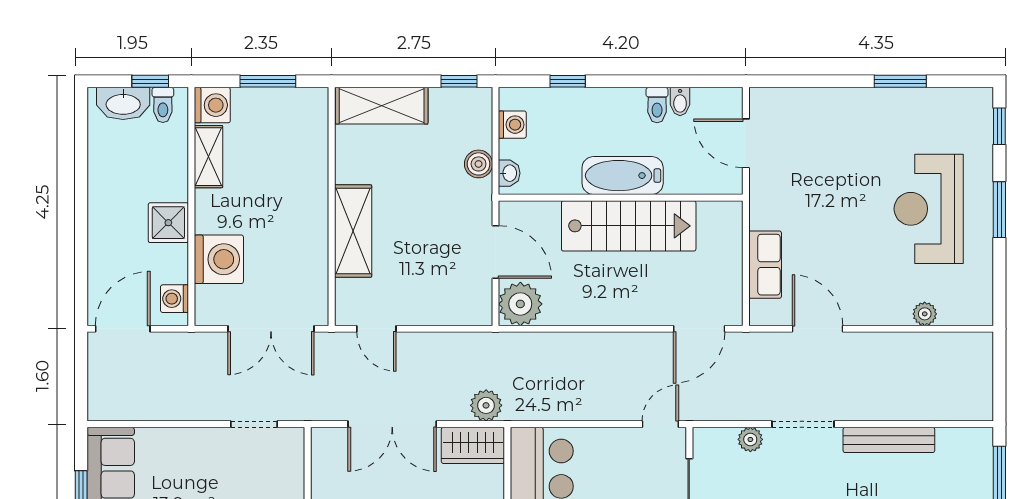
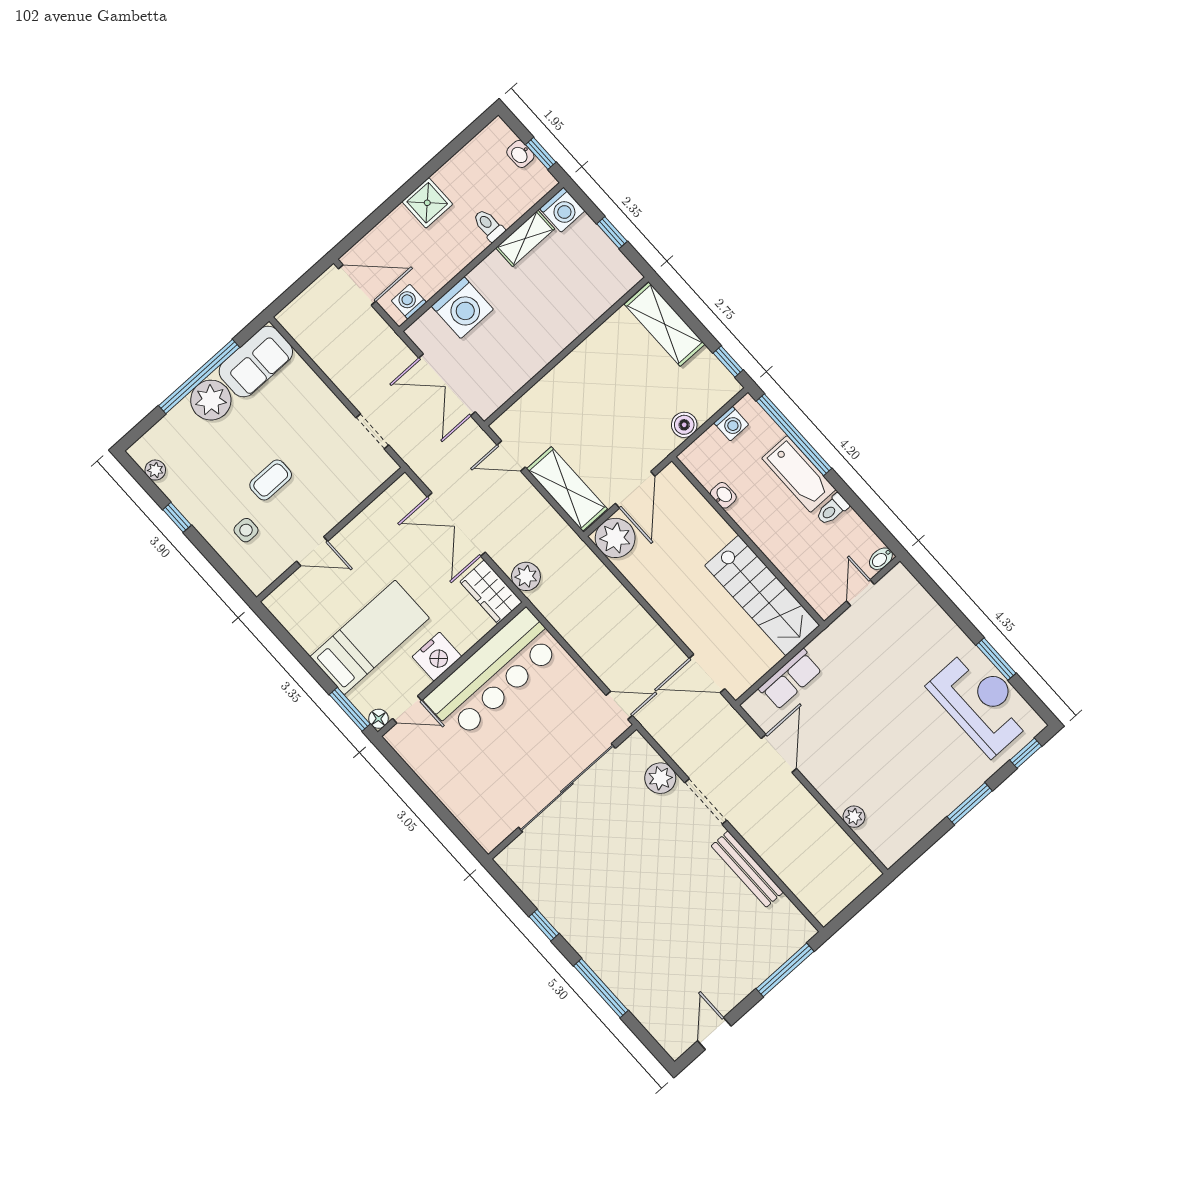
window: (268, 81) -> (612, 233), width x0.67
window: (568, 81) -> (794, 435), width x3.17
bidet: (680, 102) -> (881, 559), moved
washbasin: (123, 103) -> (520, 154), width x0.52, depth x0.69
toilet: (163, 105) -> (489, 225), moved, turned 90
door: (746, 143) -> (860, 593), width x0.73
washbasin: (509, 173) -> (723, 495), moved, turned -90
bathtub: (623, 176) -> (799, 474), moved, turned 180
reception desk: (929, 209) -> (981, 702), moved, turned 90
shower: (168, 223) -> (427, 203), moved
stairs: (629, 226) -> (762, 595), moved
shelving: (353, 231) -> (567, 489), moved, turned 90
door: (376, 329) -> (511, 456), hinge flipped
plant: (750, 439) -> (660, 778), width x1.38, depth x1.38

